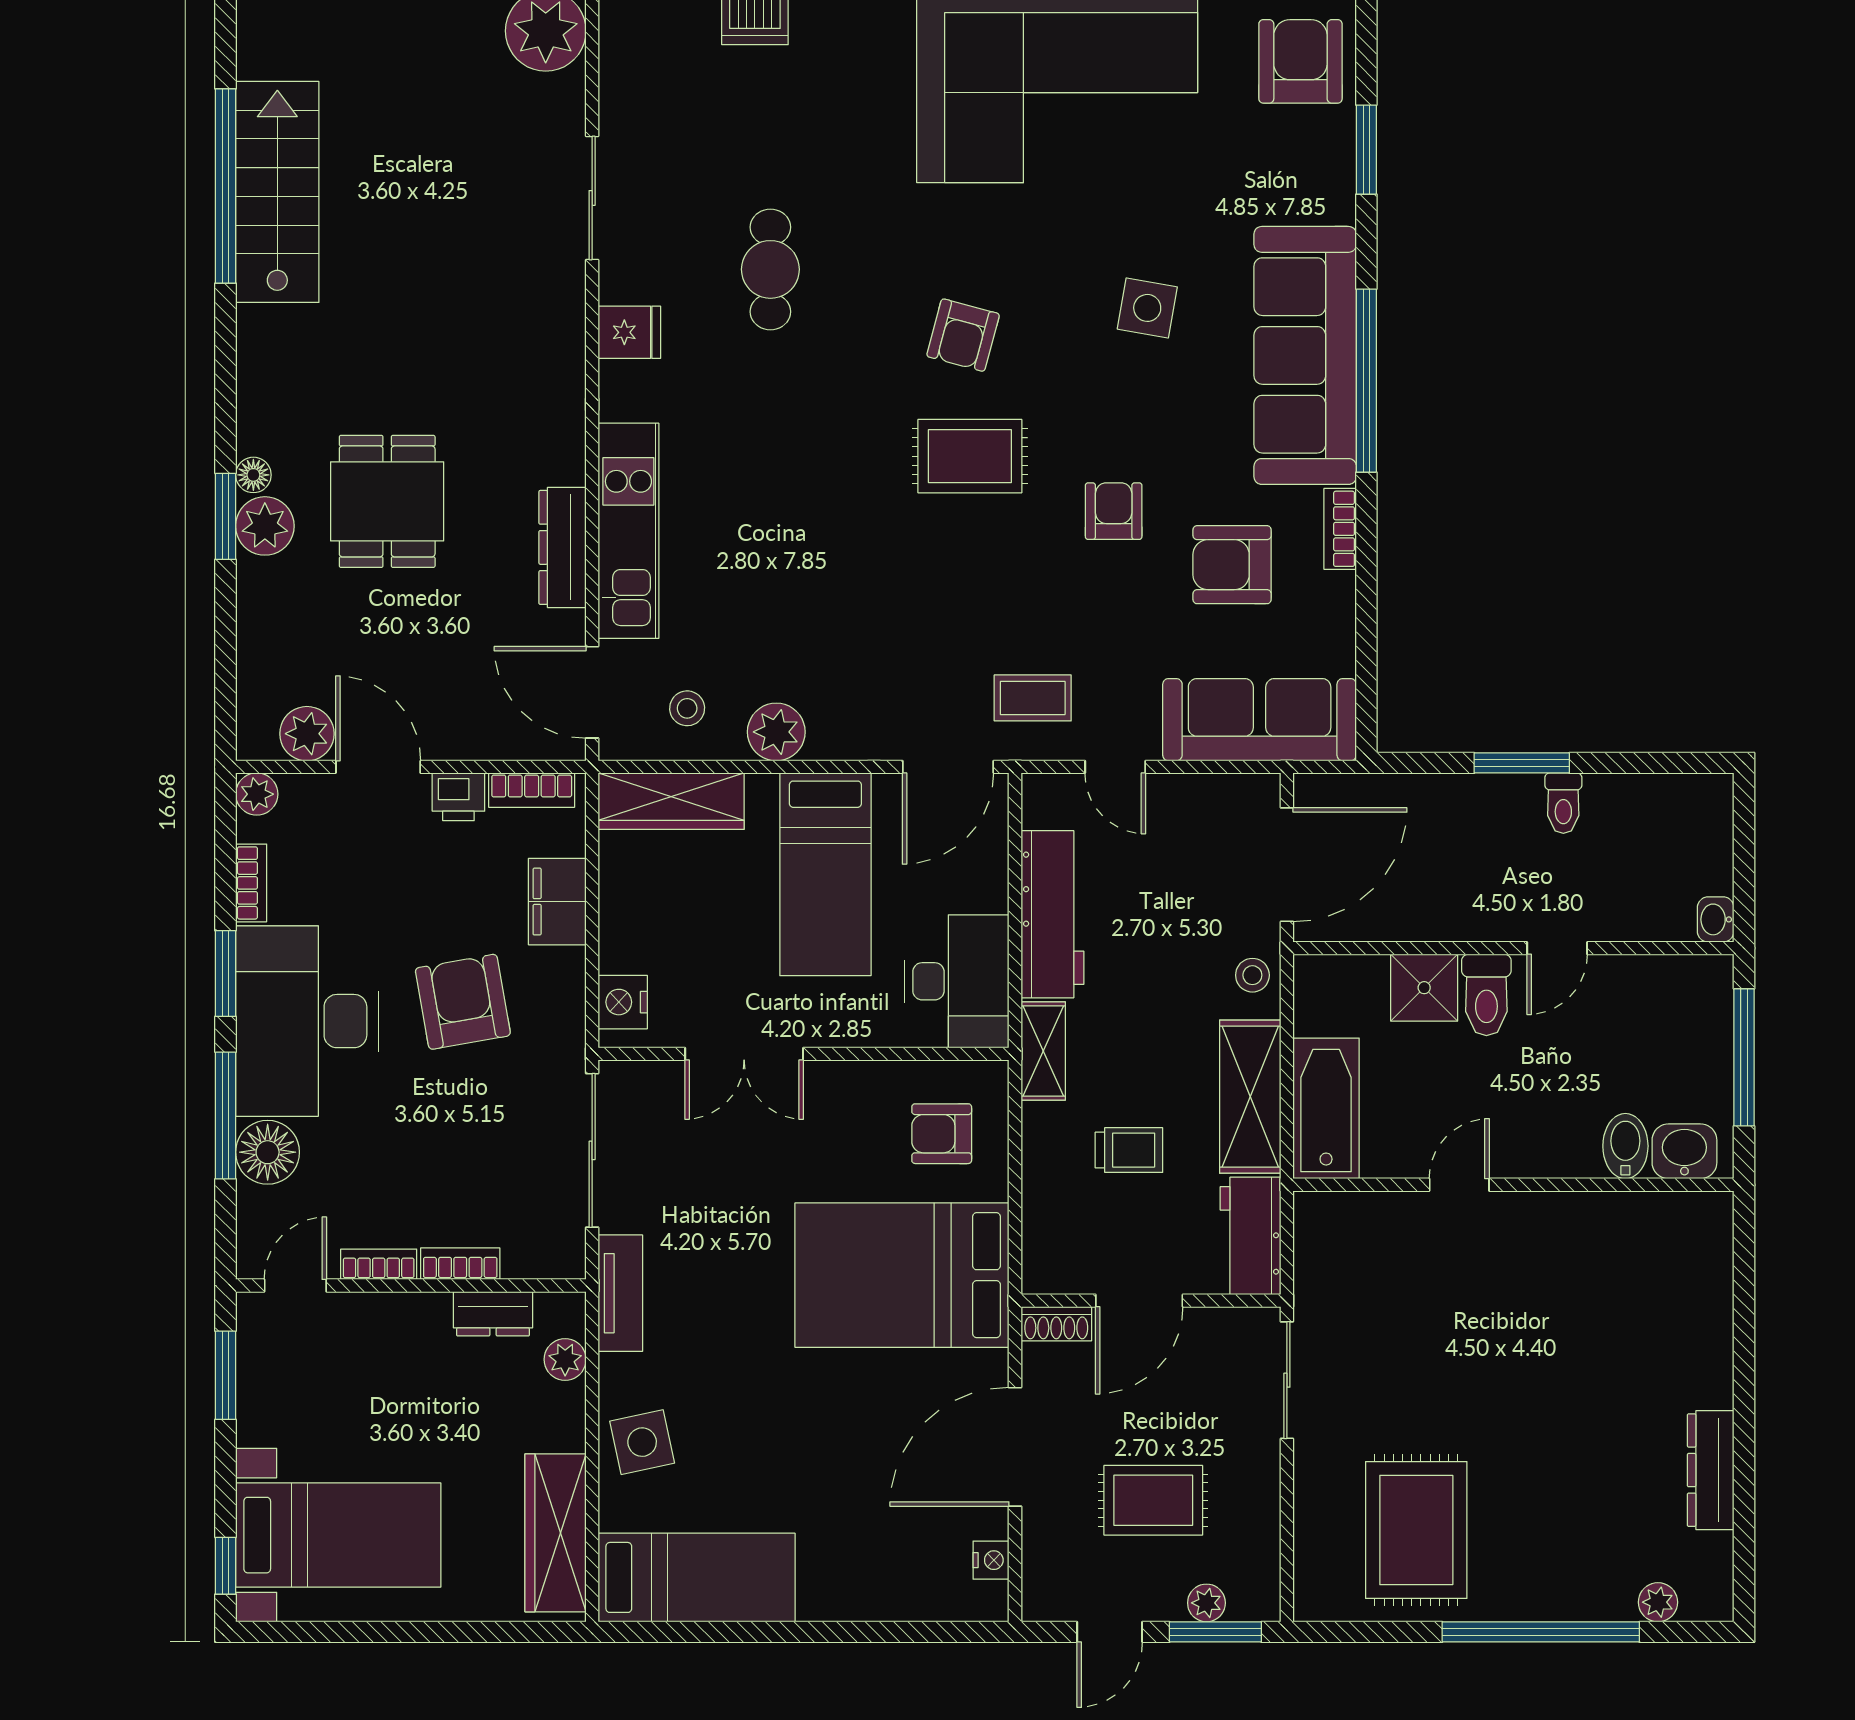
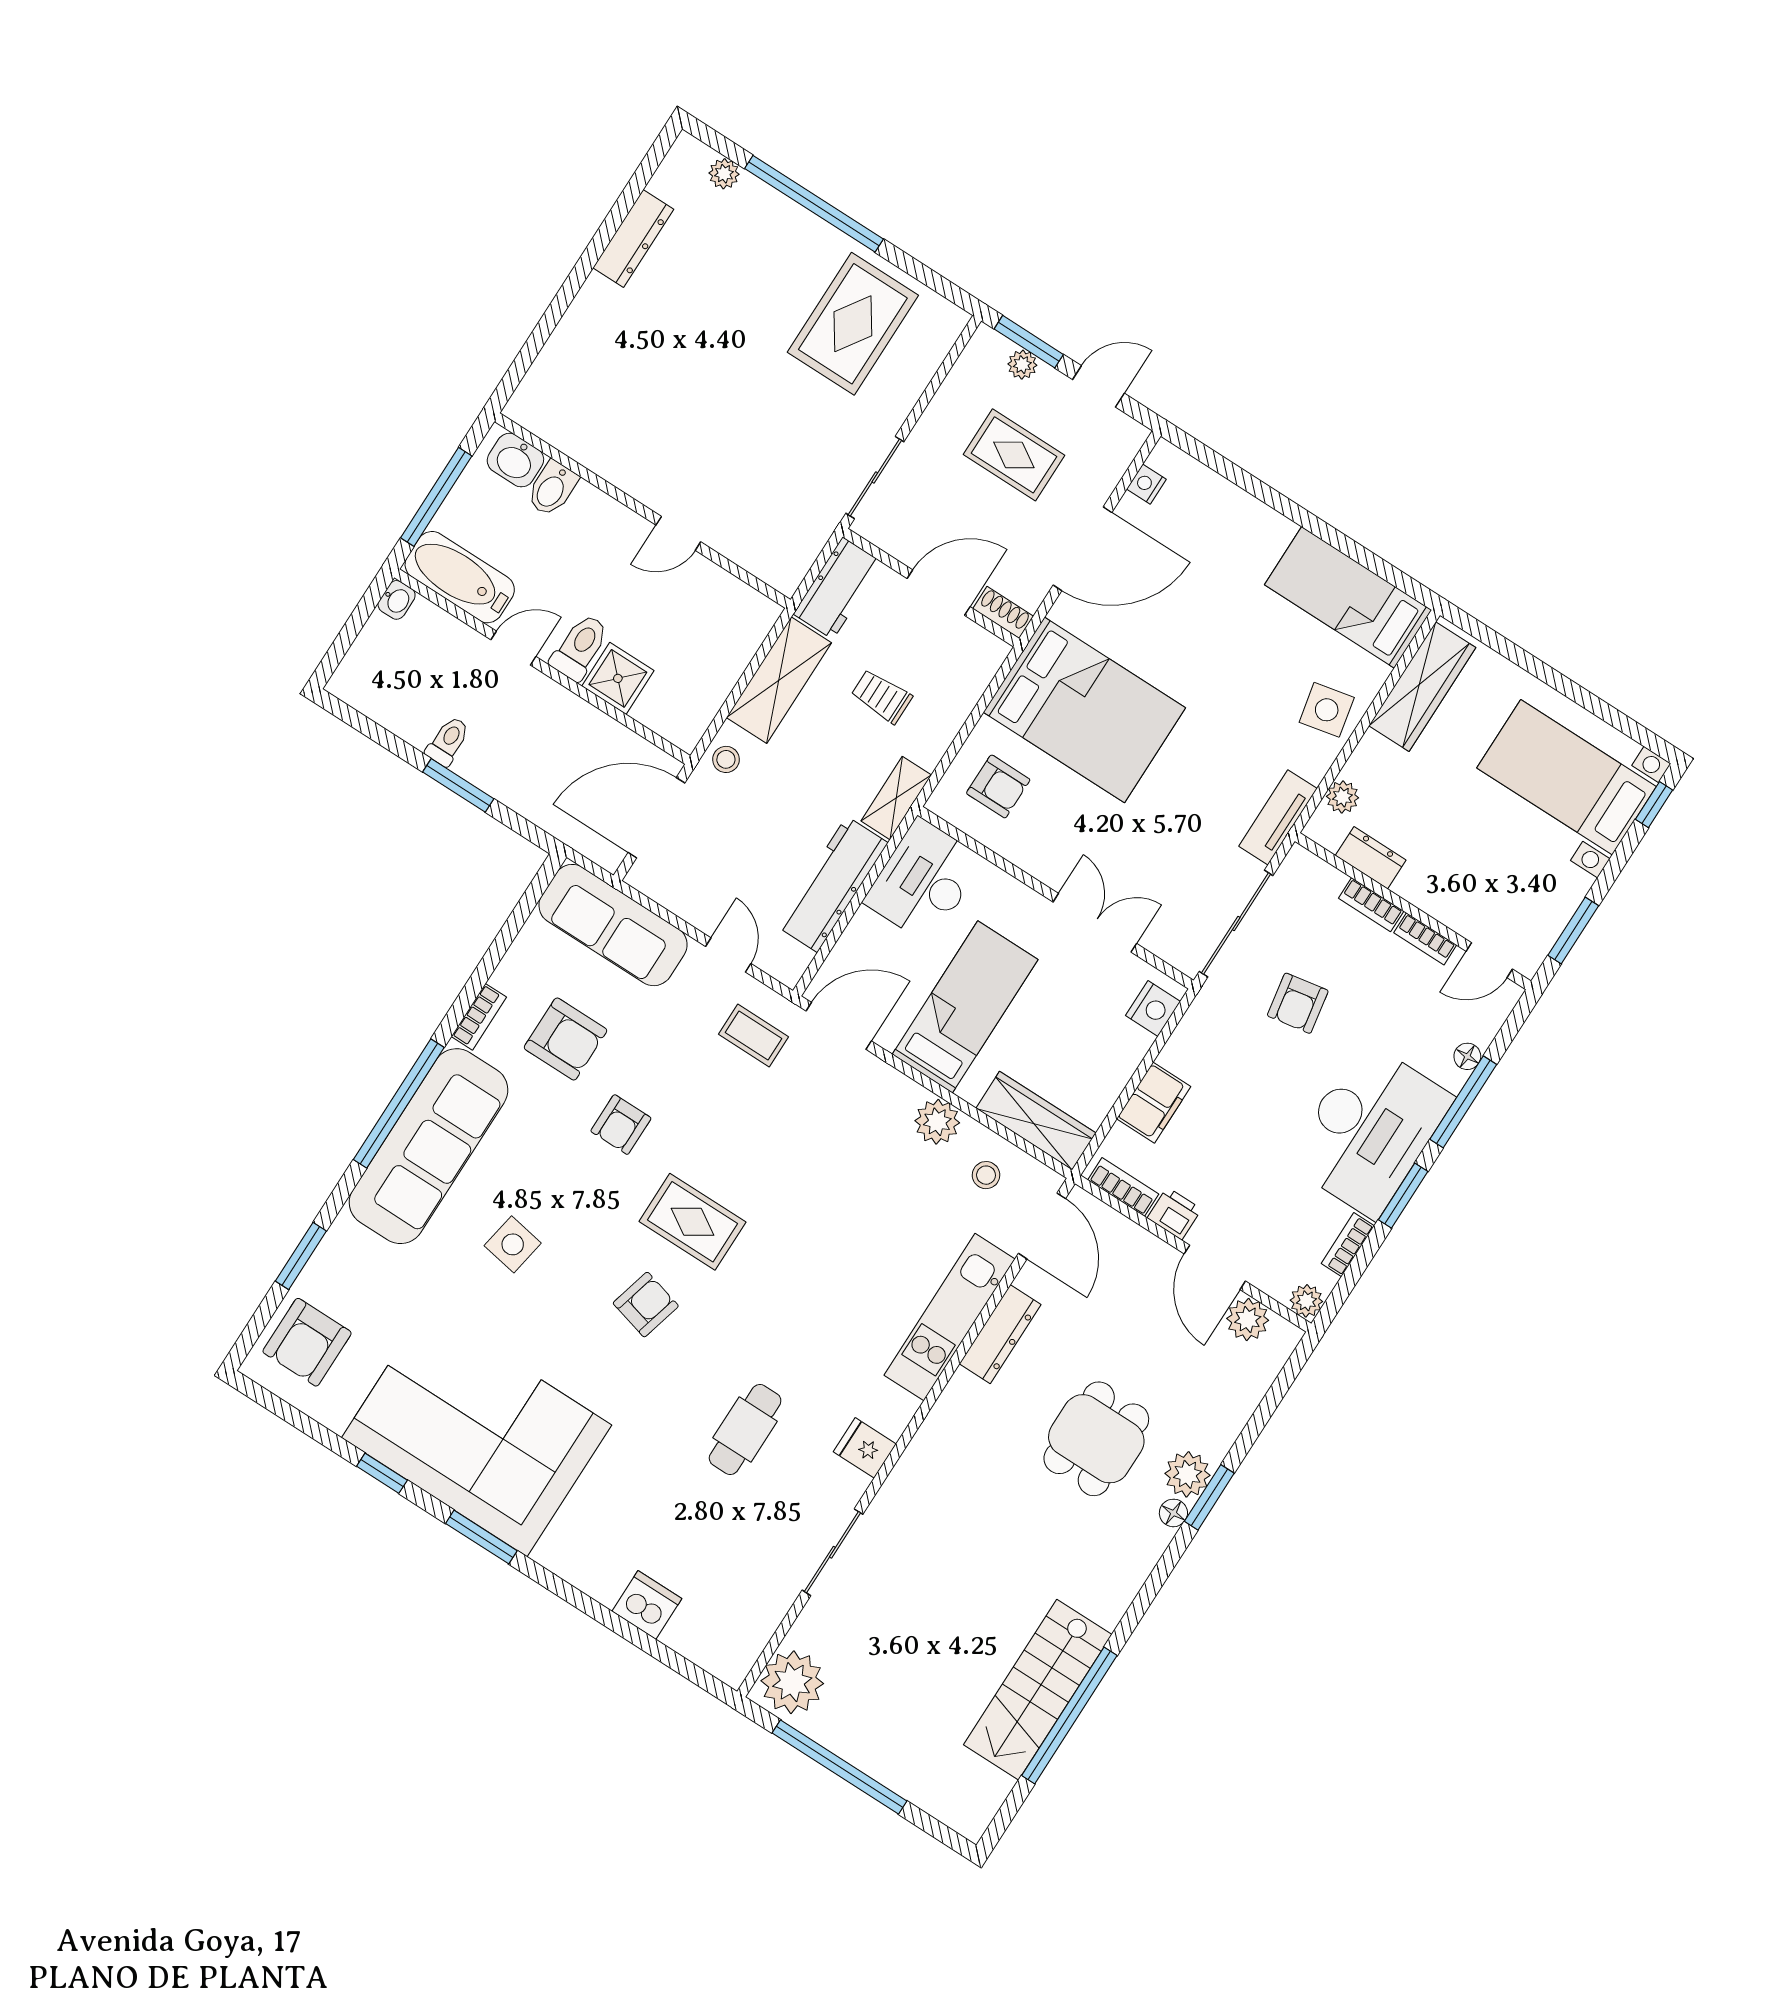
armchair: (463, 1002) -> (1298, 1003), moved, width x0.72, depth x0.72
bathtub: (1326, 1108) -> (460, 577), moved, turned 90
floor lamp: (268, 1152) -> (1467, 1056), width x0.53, depth x0.53

